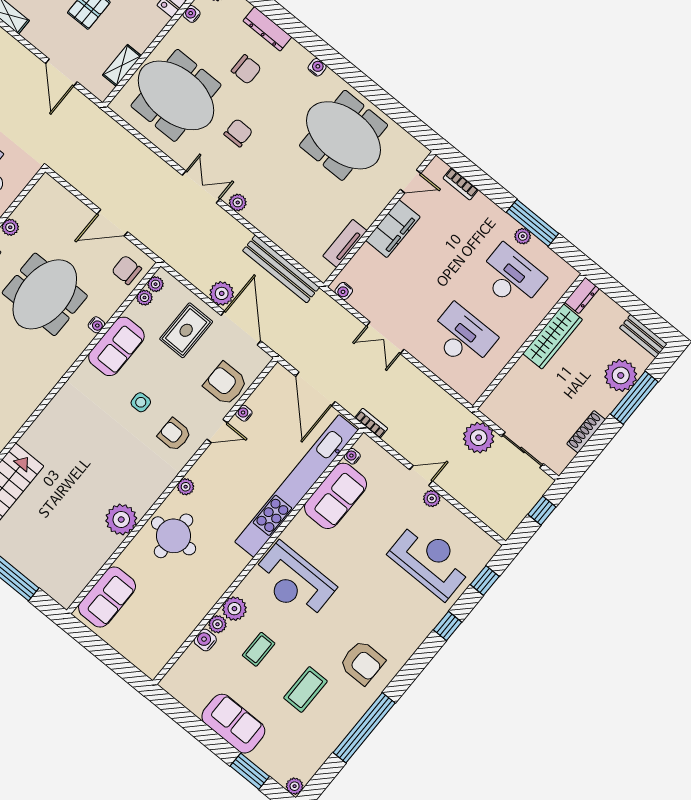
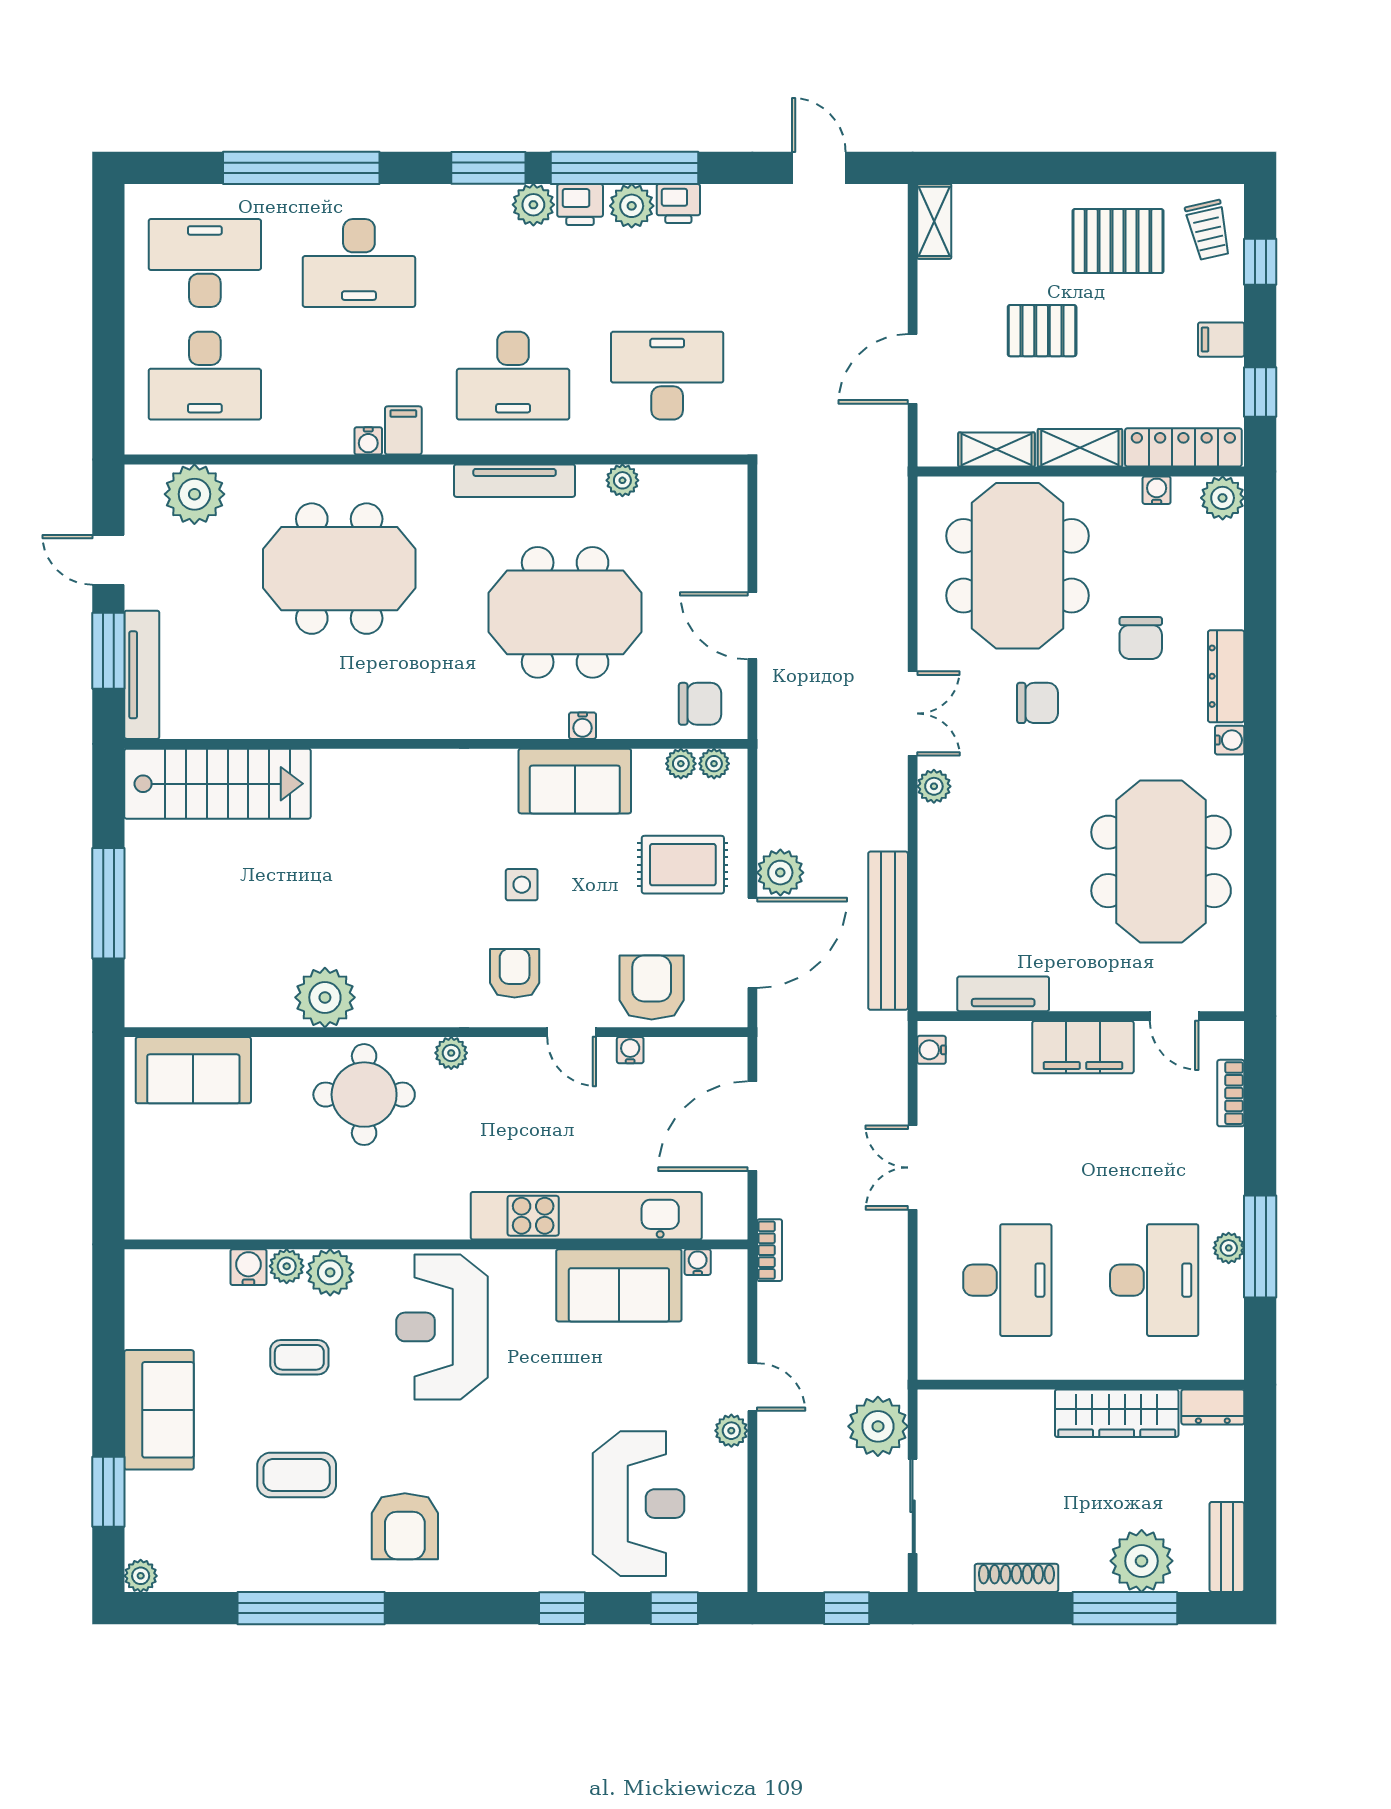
dresser: (267, 29) -> (1226, 676), moved
shelving: (149, 31) -> (1080, 448), added
chair: (127, 270) -> (700, 704), turned 90
kitchen unit: (296, 486) -> (586, 1216), width x0.73

